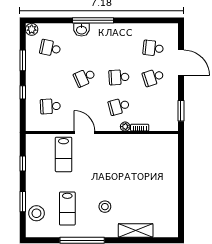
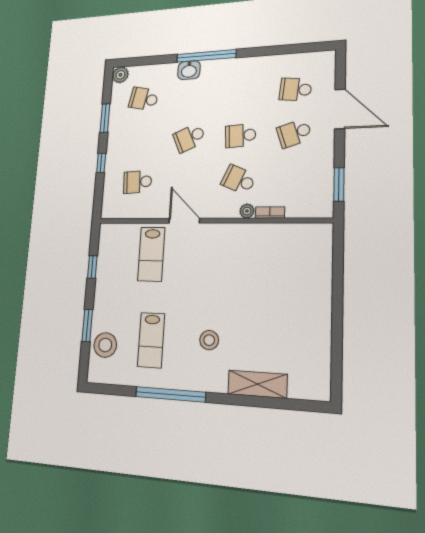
school desk: (119, 106) -> (239, 180), turned 39

